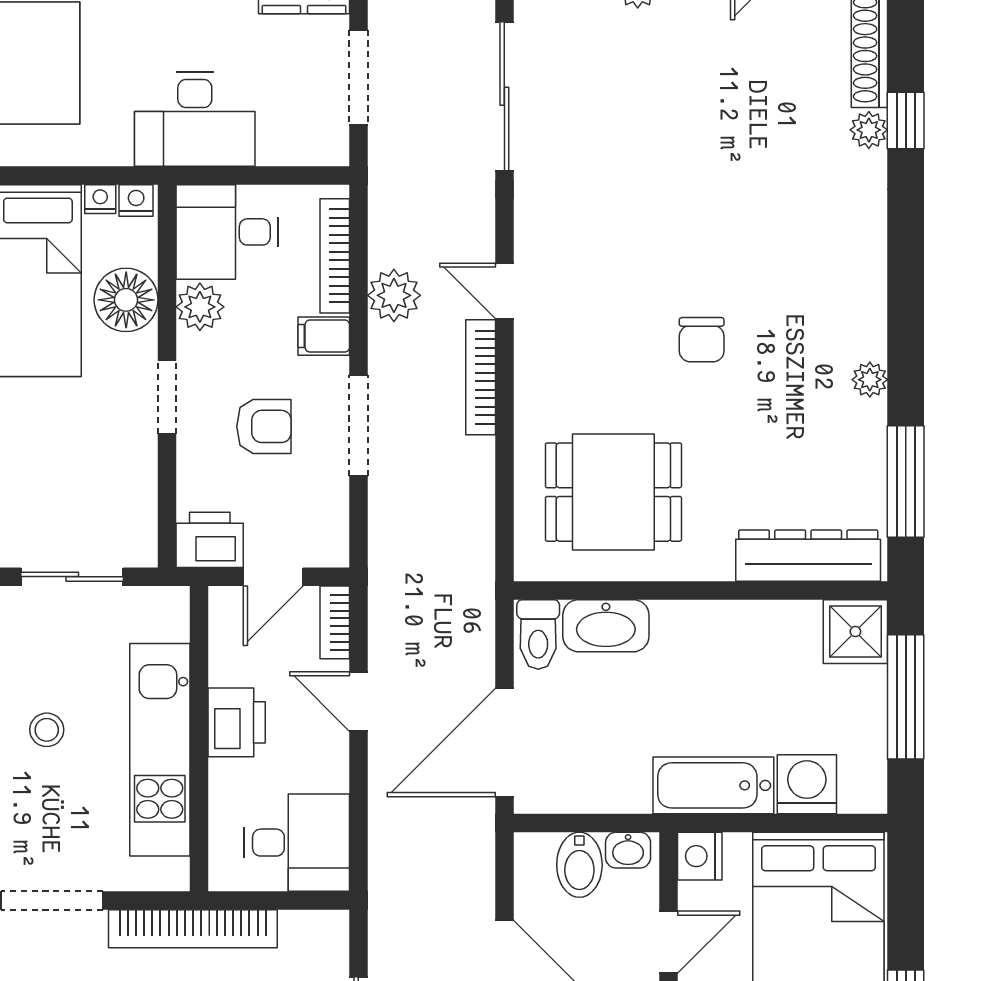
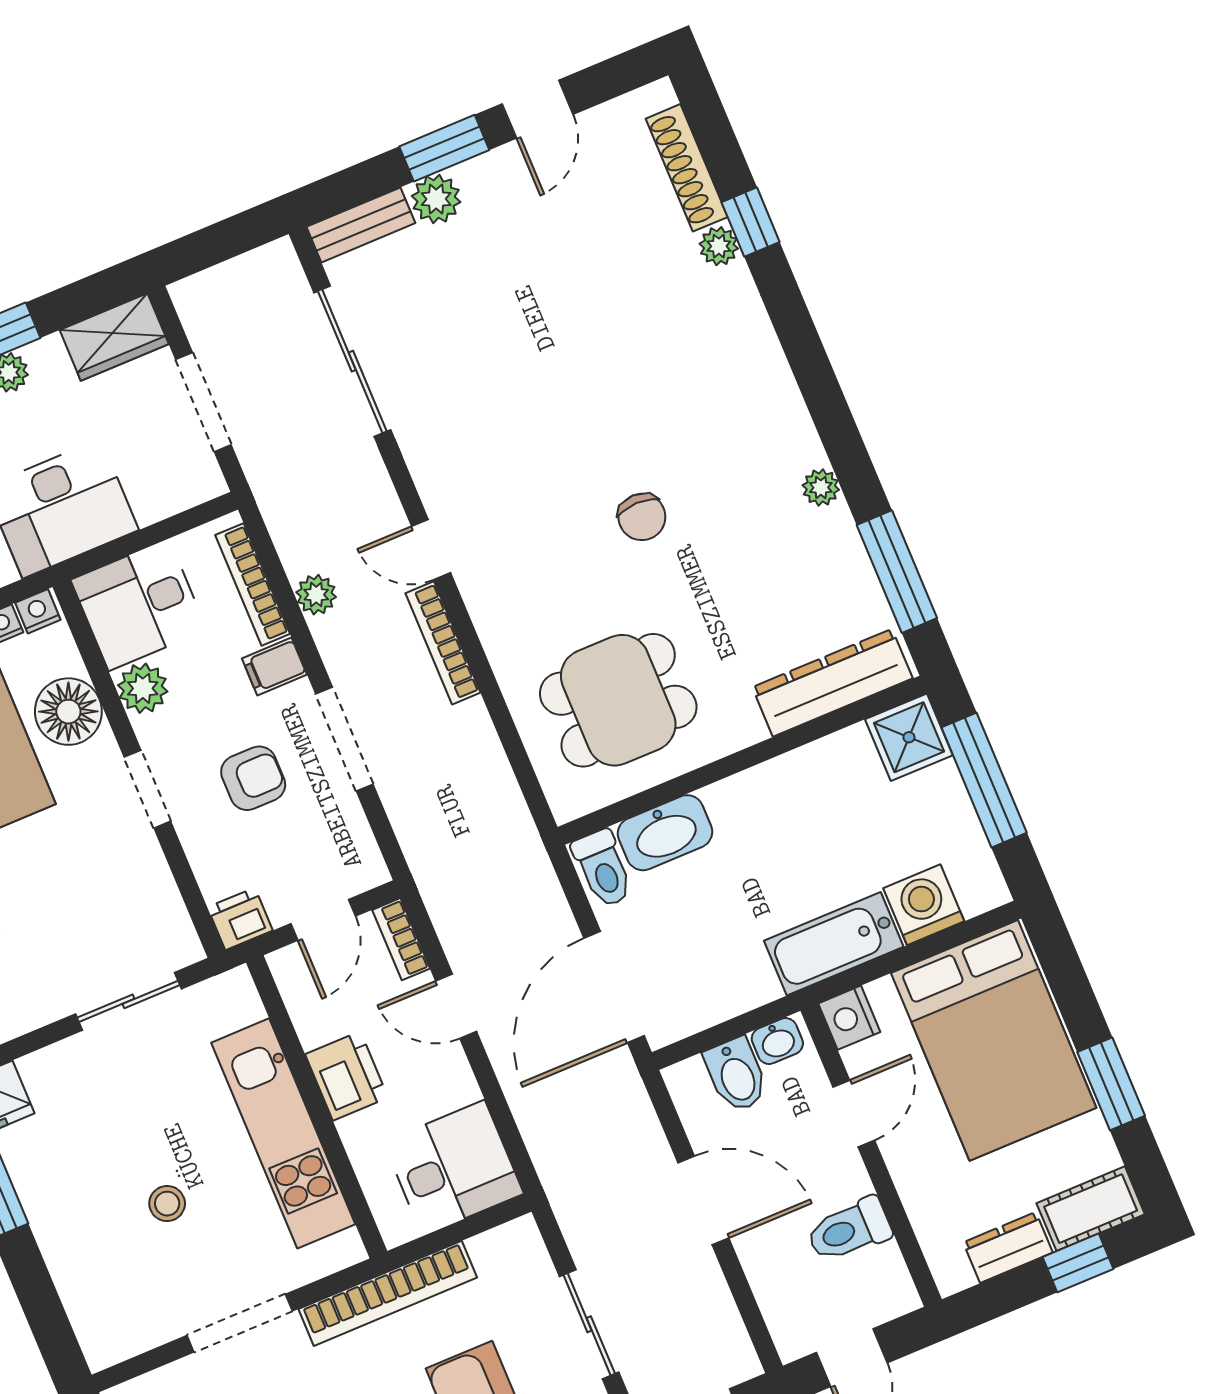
plant: (394, 295) -> (316, 595), width x0.73, depth x0.73
printer: (210, 540) -> (240, 919), width x0.73, depth x0.81
stool: (47, 730) -> (167, 1204), moved

